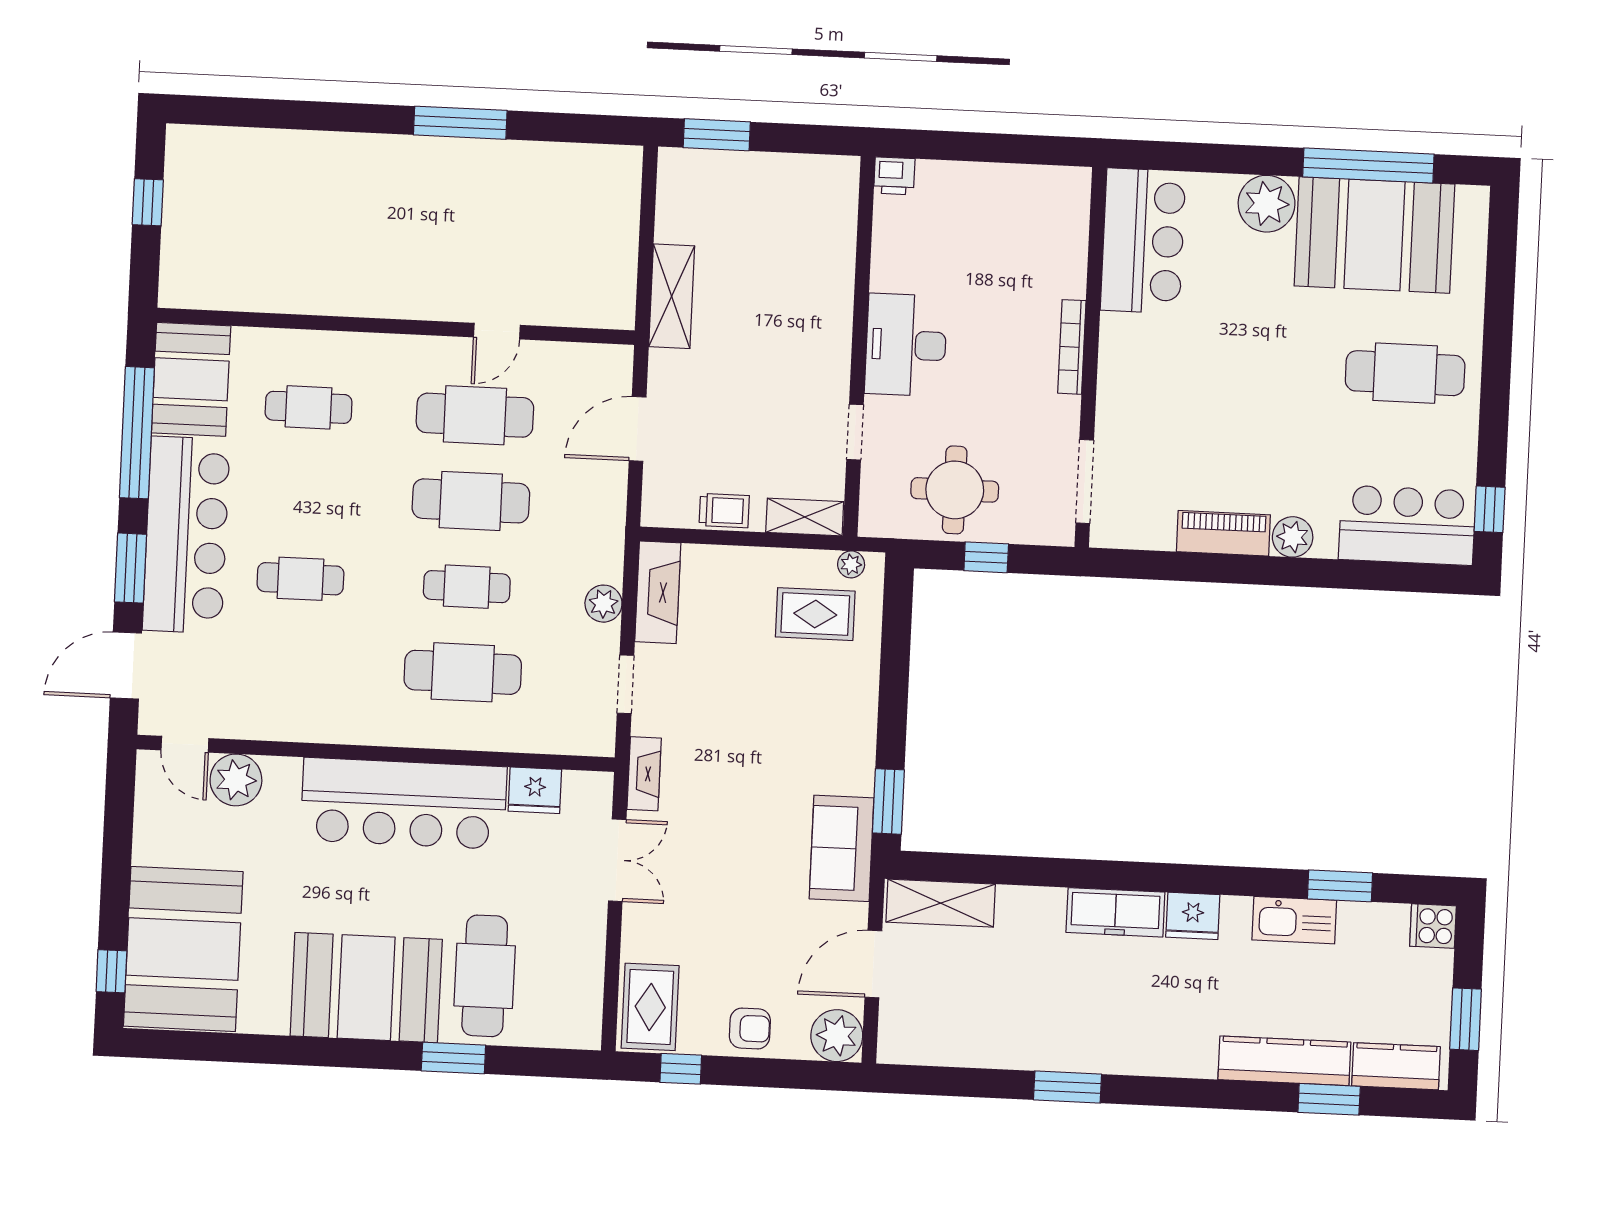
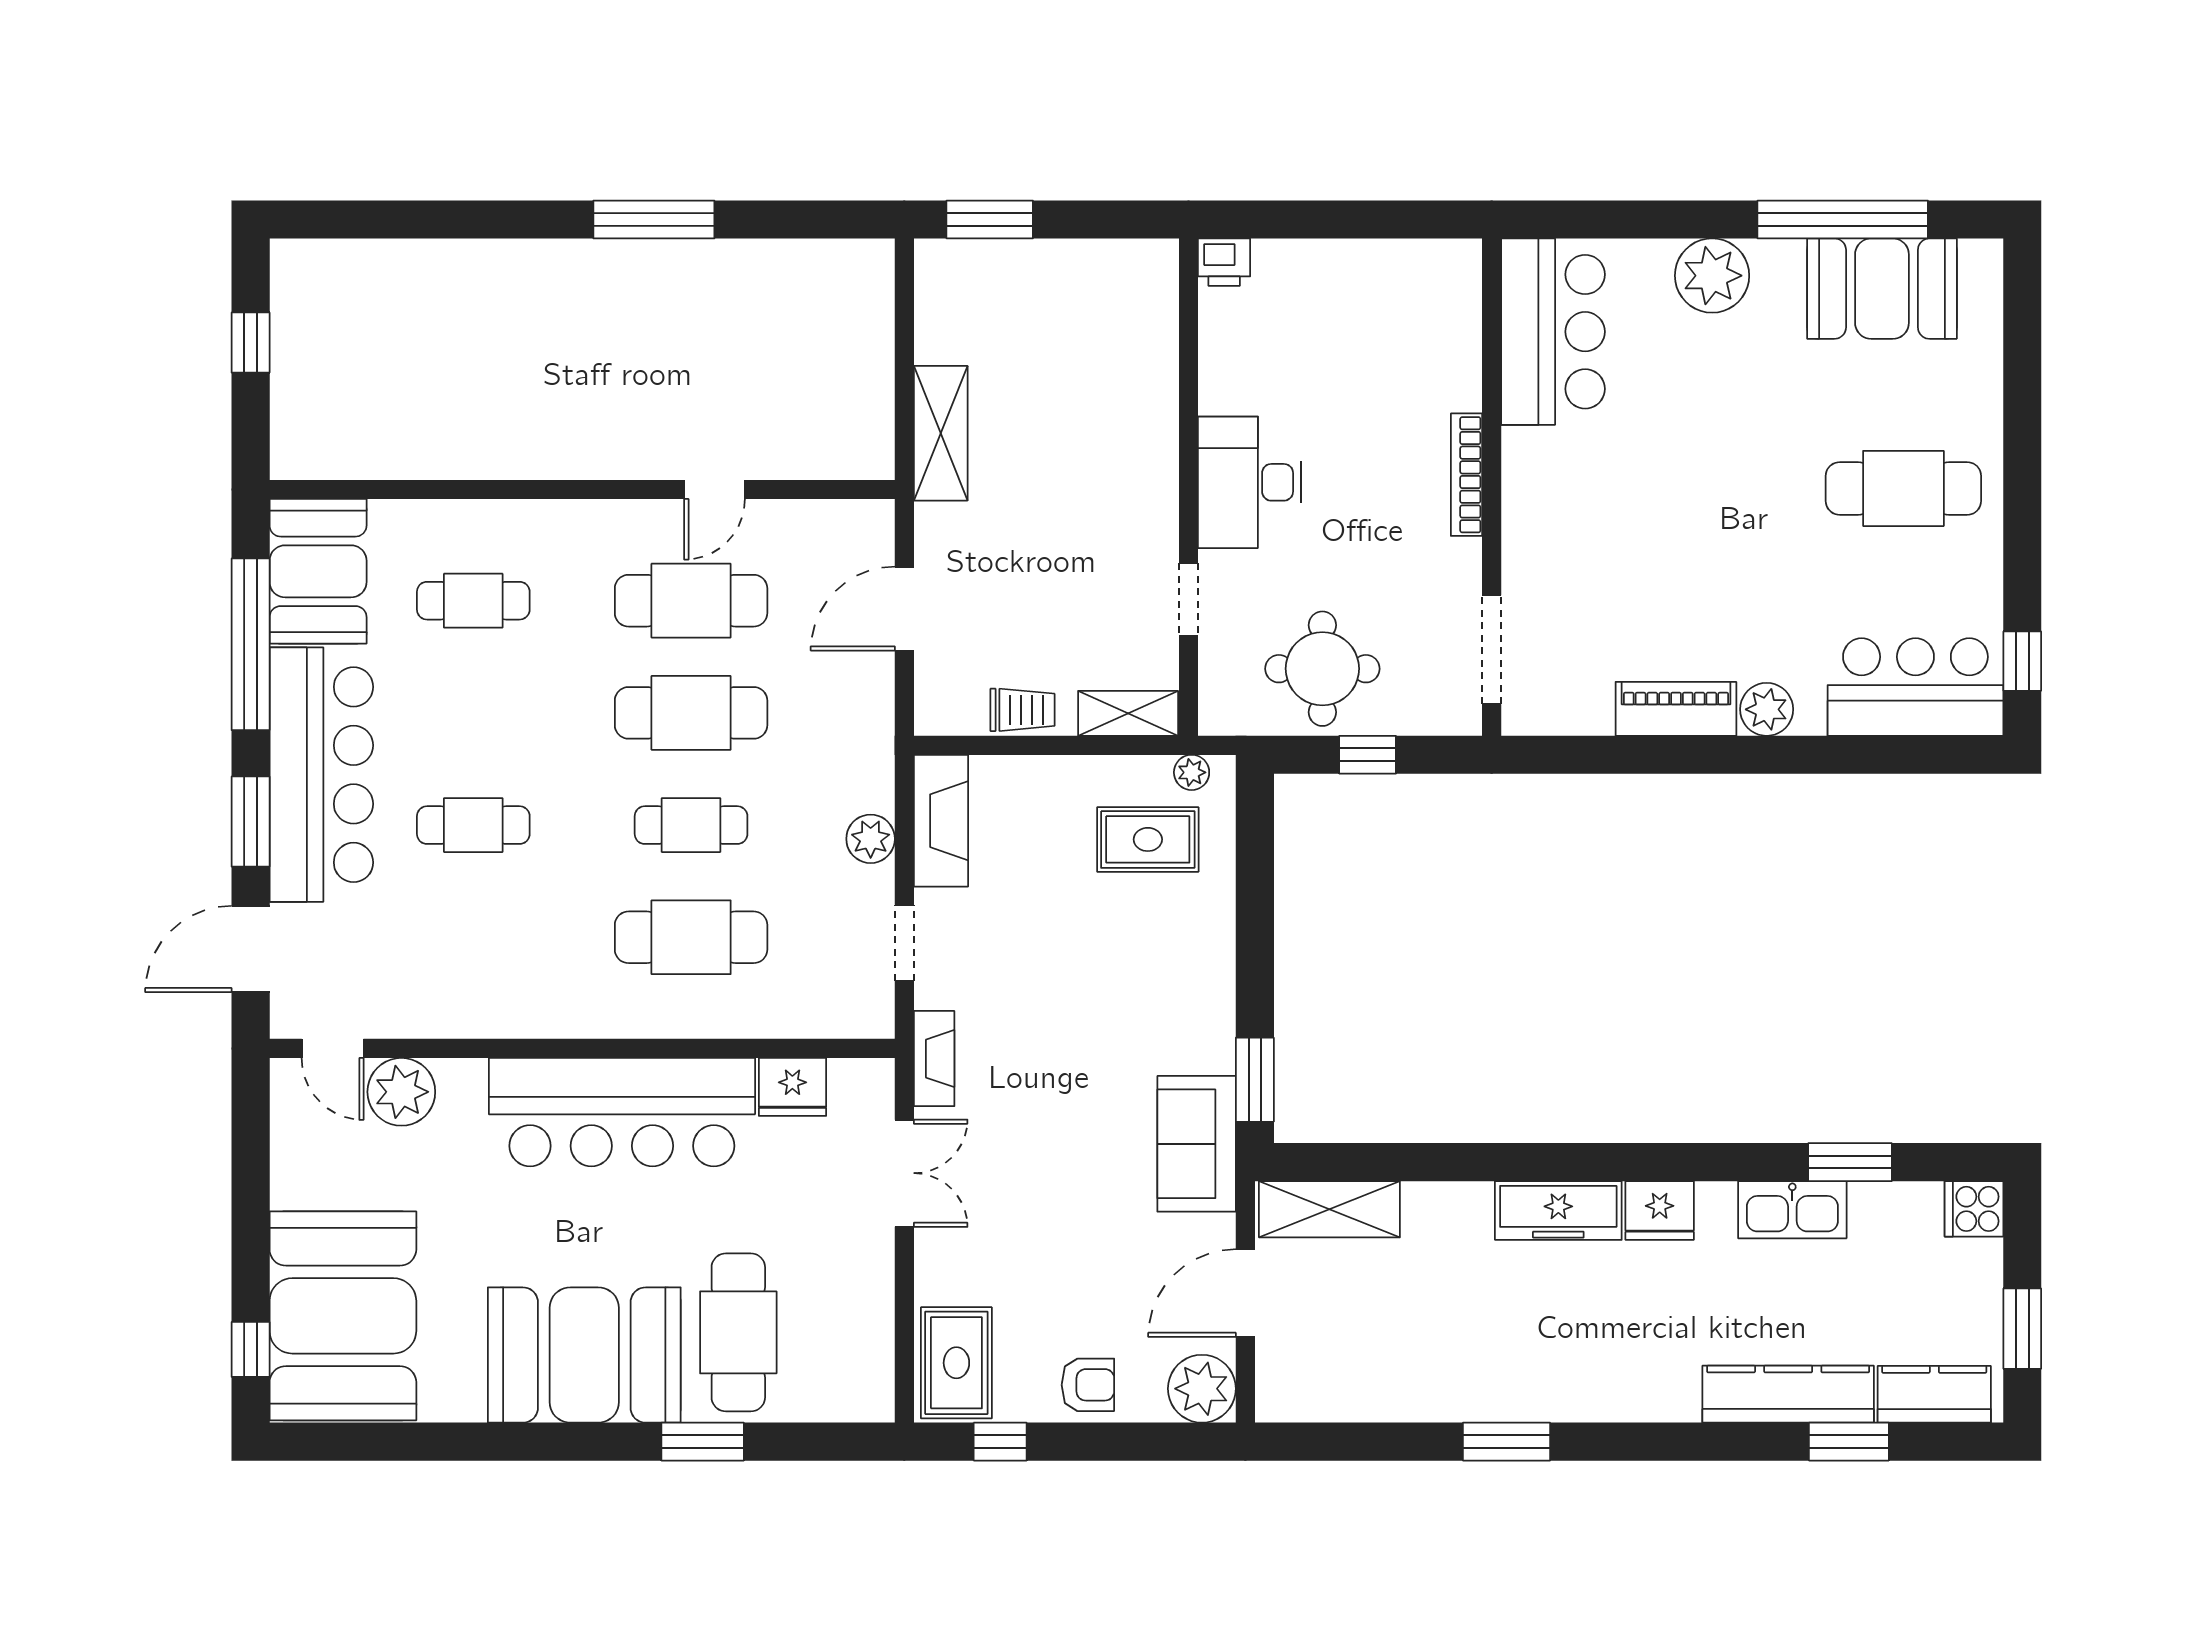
booth: (1374, 235) -> (1882, 289), width x0.73, depth x0.70

